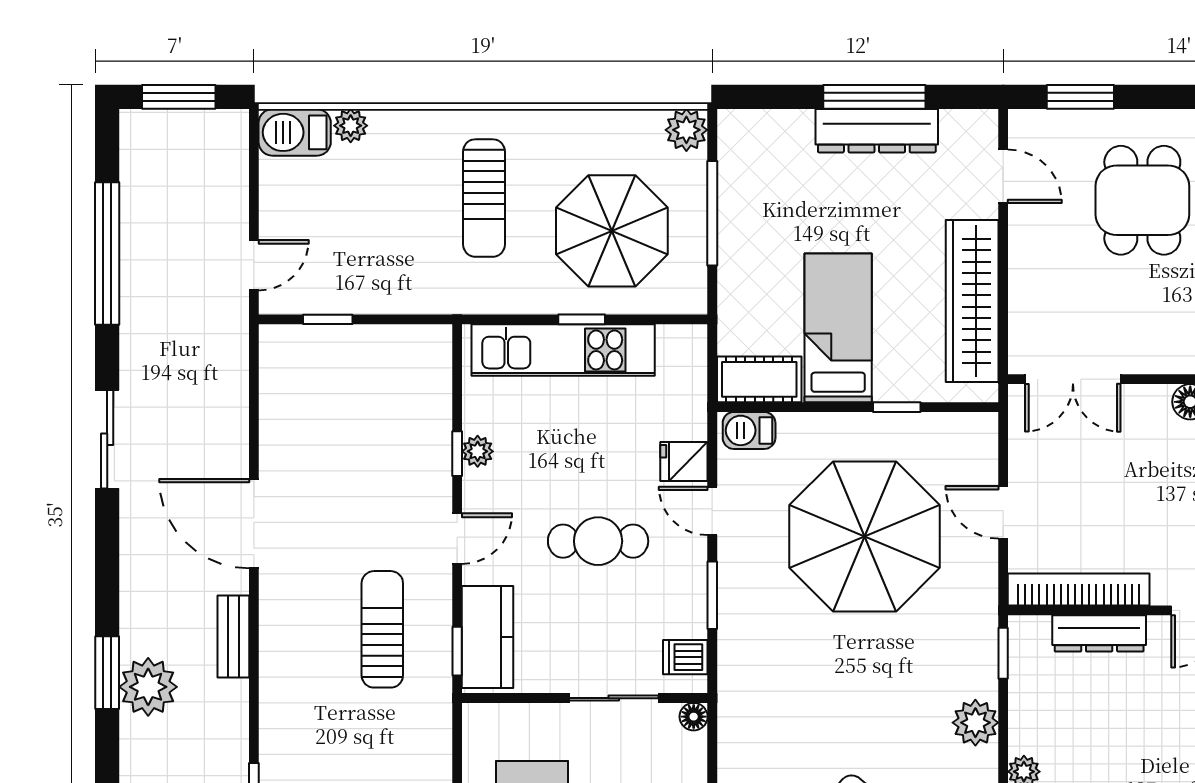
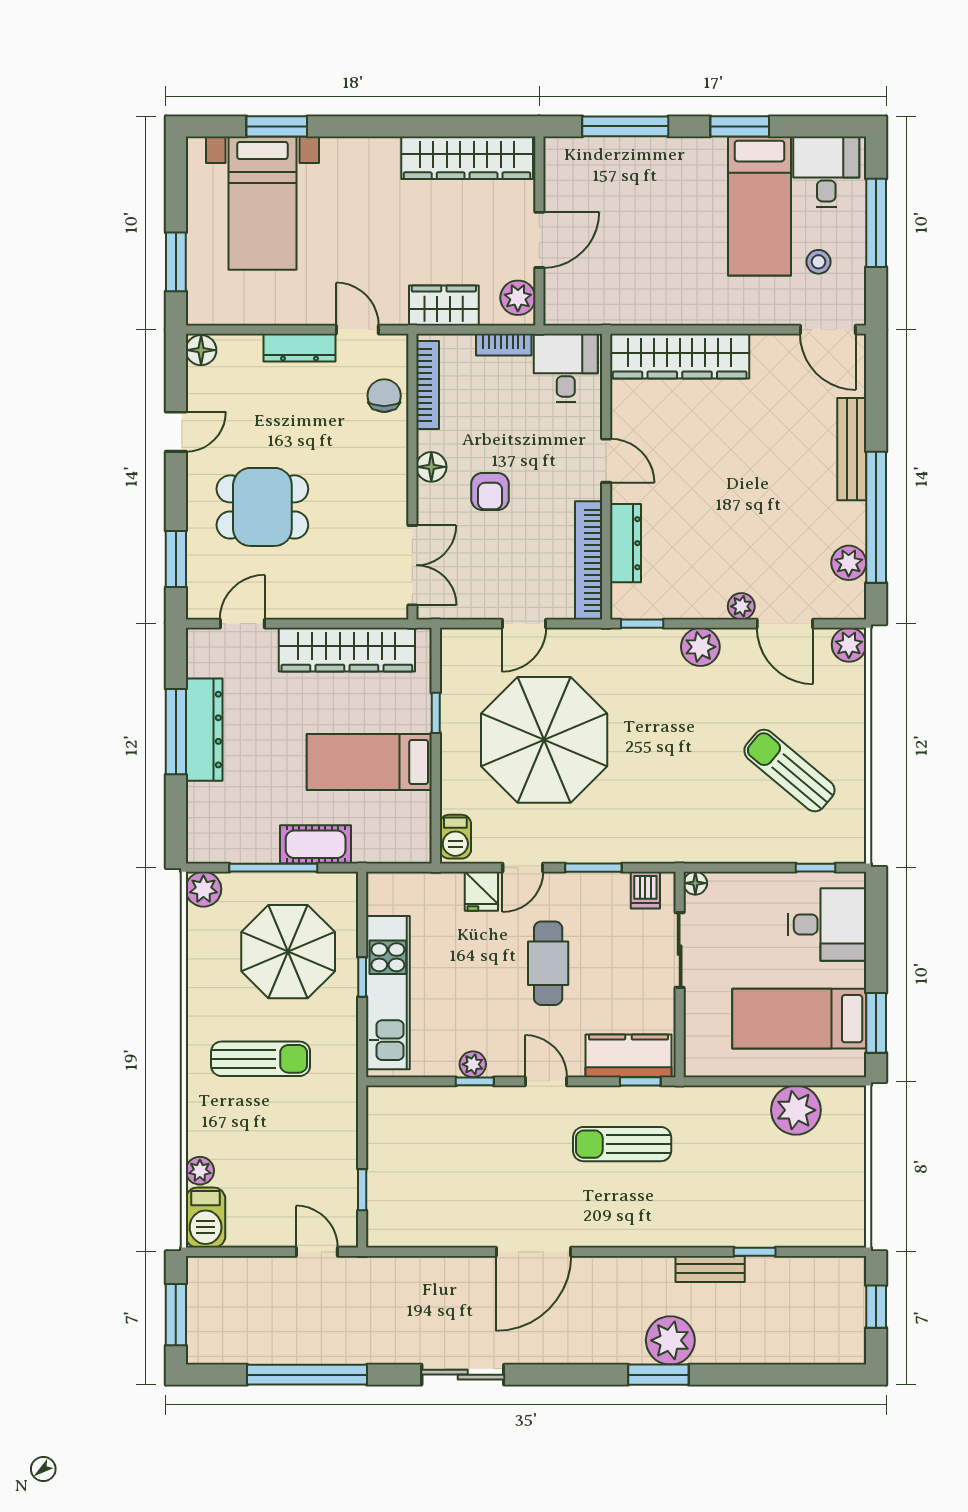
cot: (759, 379) -> (316, 844), moved, turned 90
armchair: (1161, 472) -> (490, 492), added
bench: (233, 636) -> (710, 1269), moved

